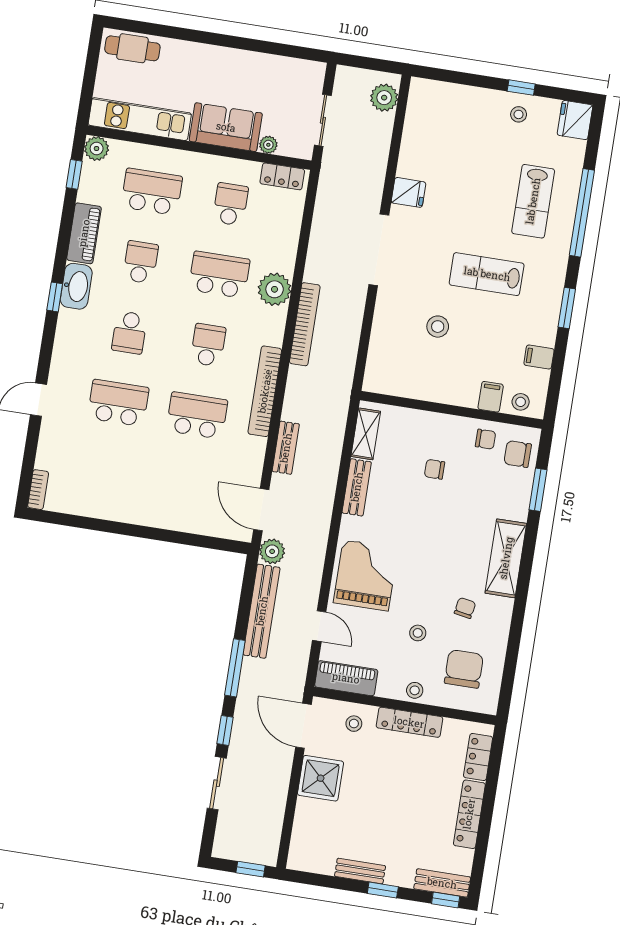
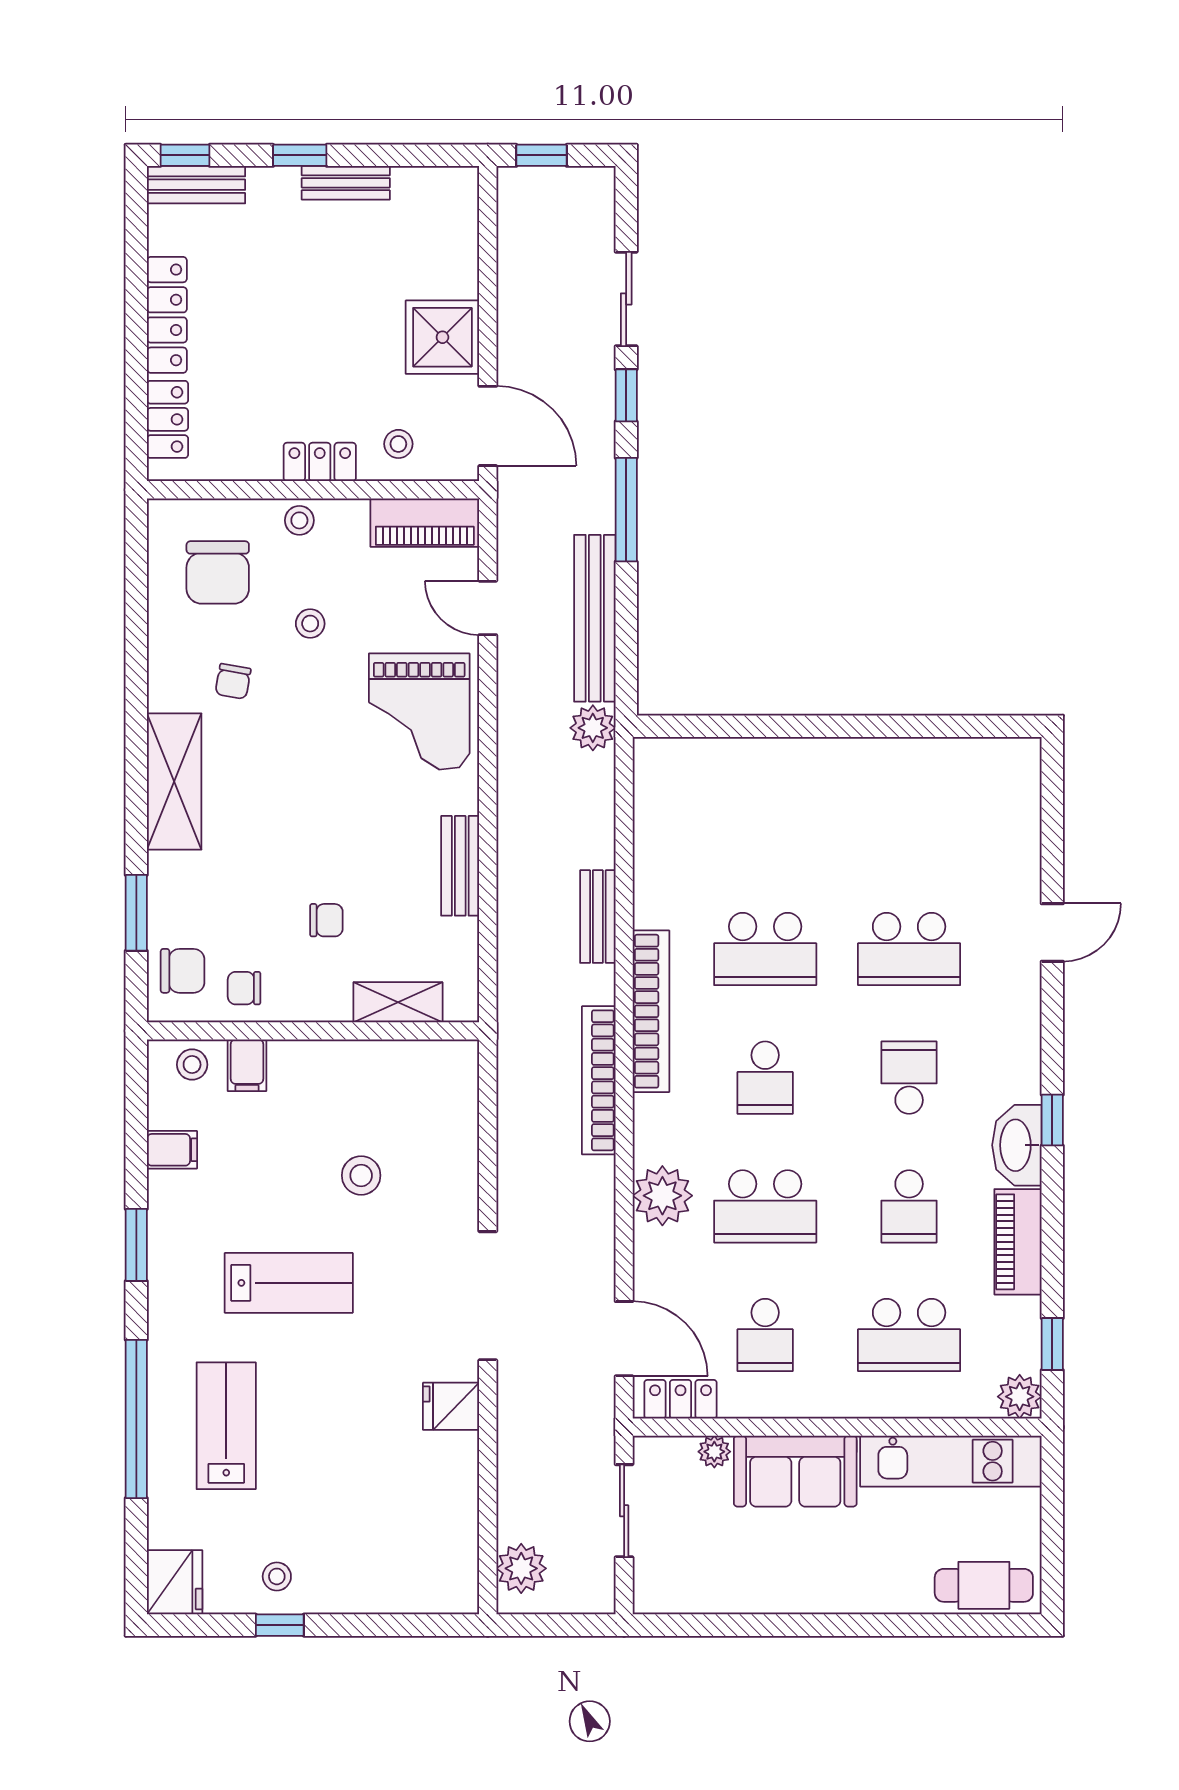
bookcase: (305, 324) -> (599, 1080), moved
shelving: (366, 434) -> (398, 1002), moved, turned 90
bookcase: (38, 490) -> (1028, 772), removed
door: (261, 510) -> (624, 1339), moved
locker: (409, 722) -> (320, 462), width x0.66

